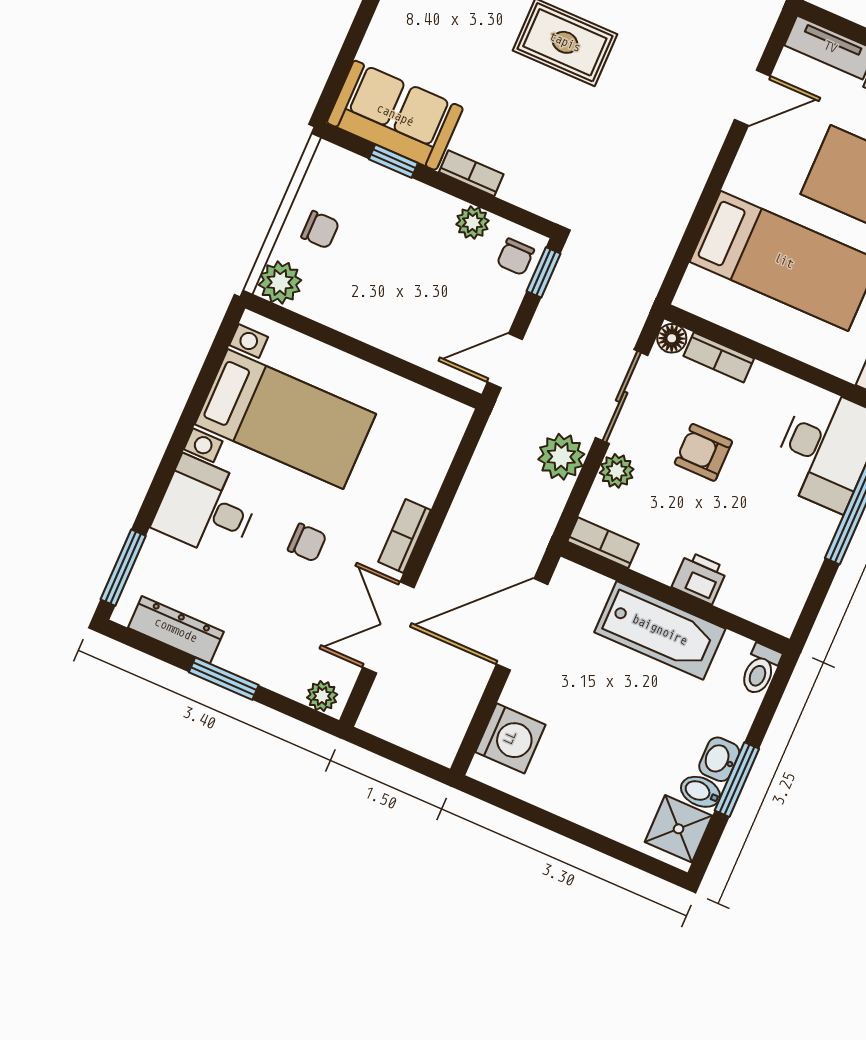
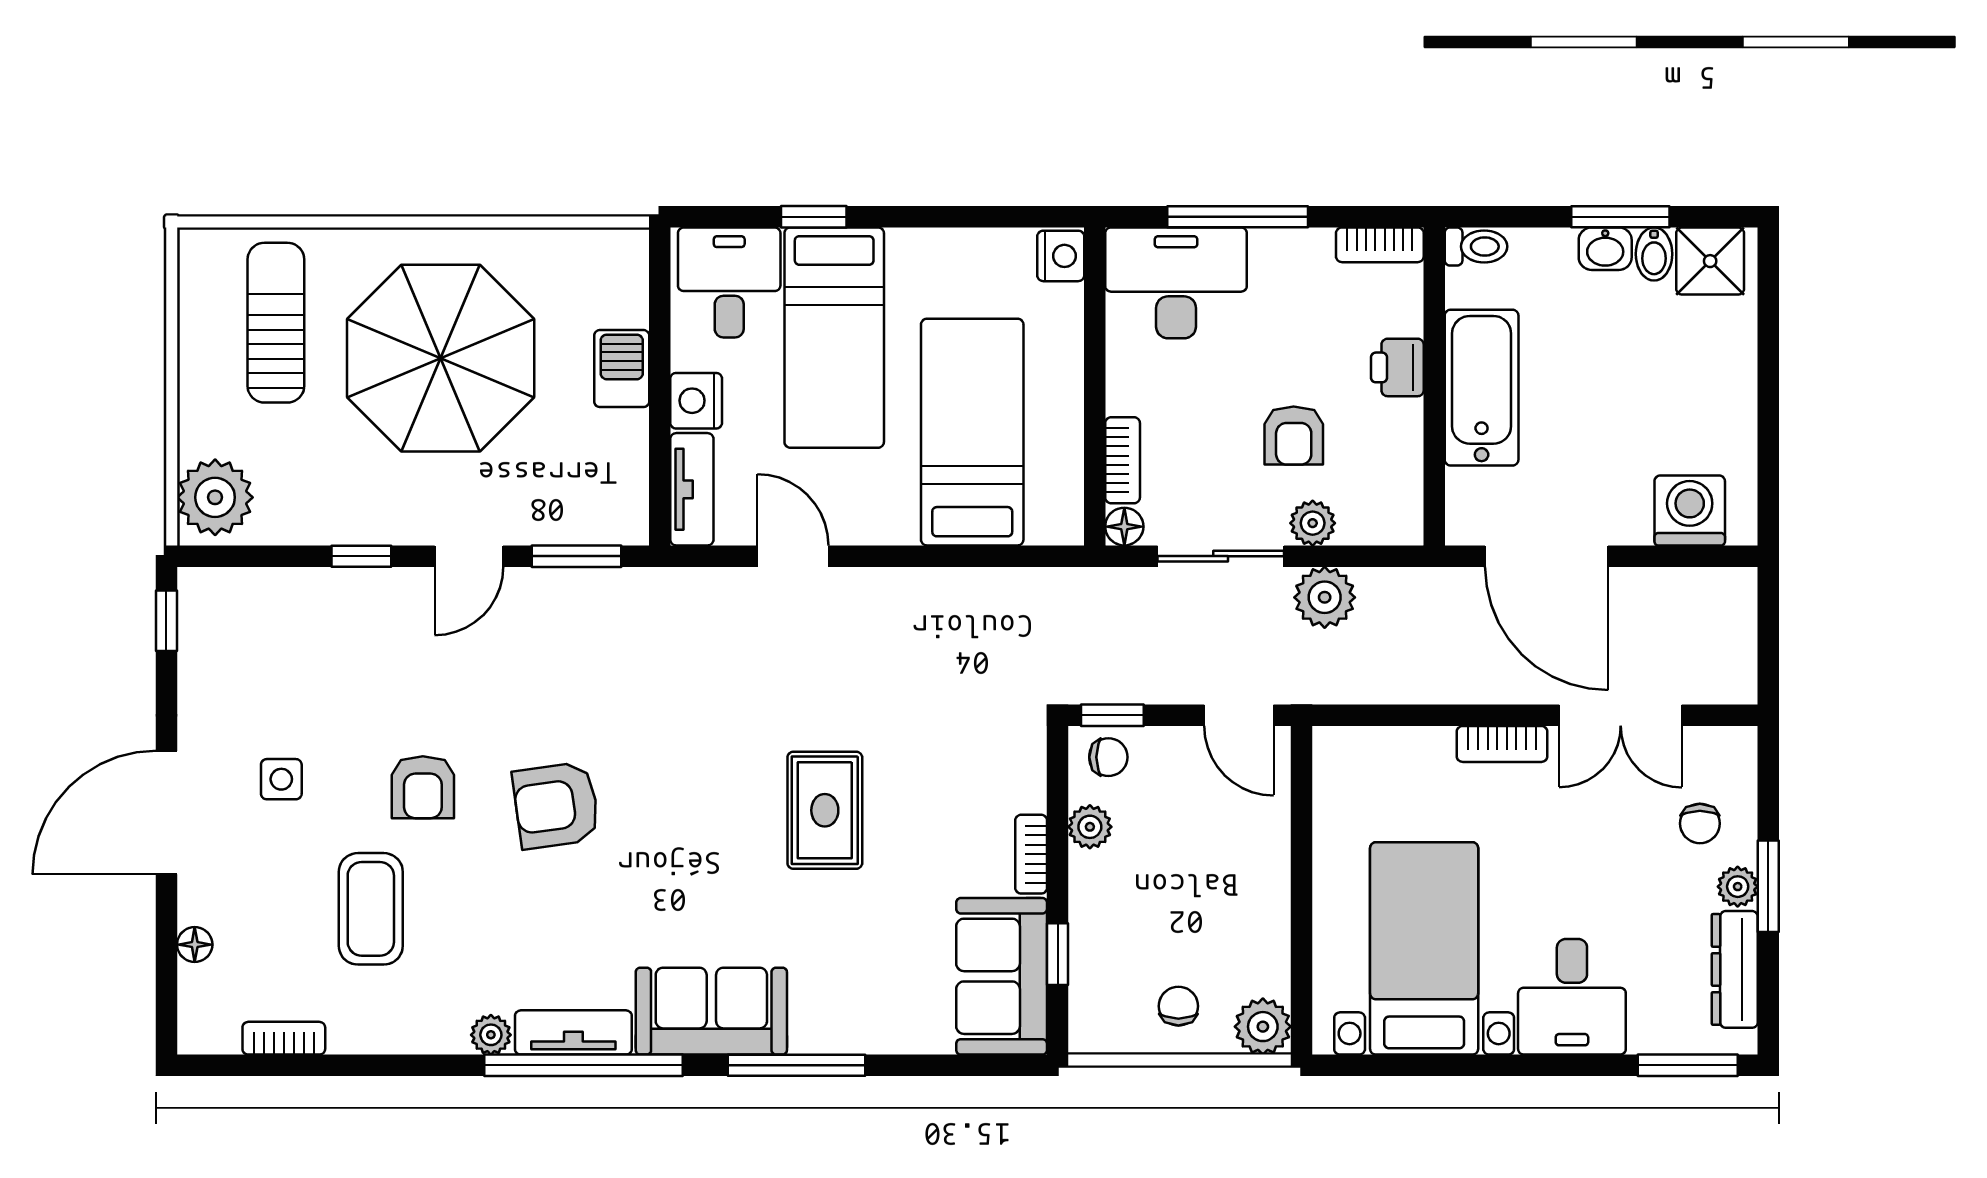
armchair: (703, 452) -> (1294, 436), moved
chair: (307, 543) -> (1700, 823), moved, turned 180
bookcase: (603, 543) -> (1380, 245), moved, turned -90
plant: (322, 696) -> (1738, 887), moved

